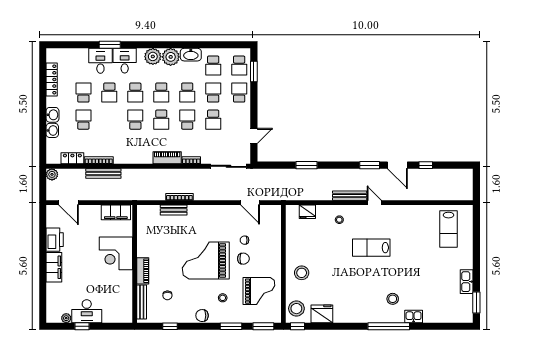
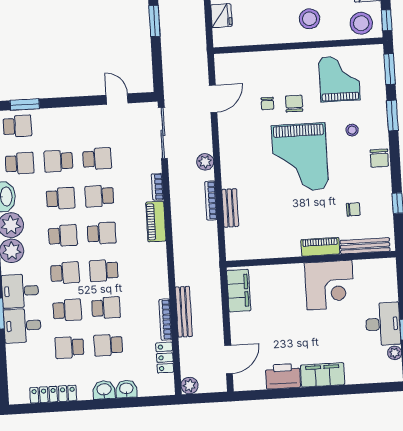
school desk: (239, 93) -> (106, 308), moved, turned 180
plant: (207, 195) -> (205, 162), added
corner desk: (116, 253) -> (329, 285), moved

